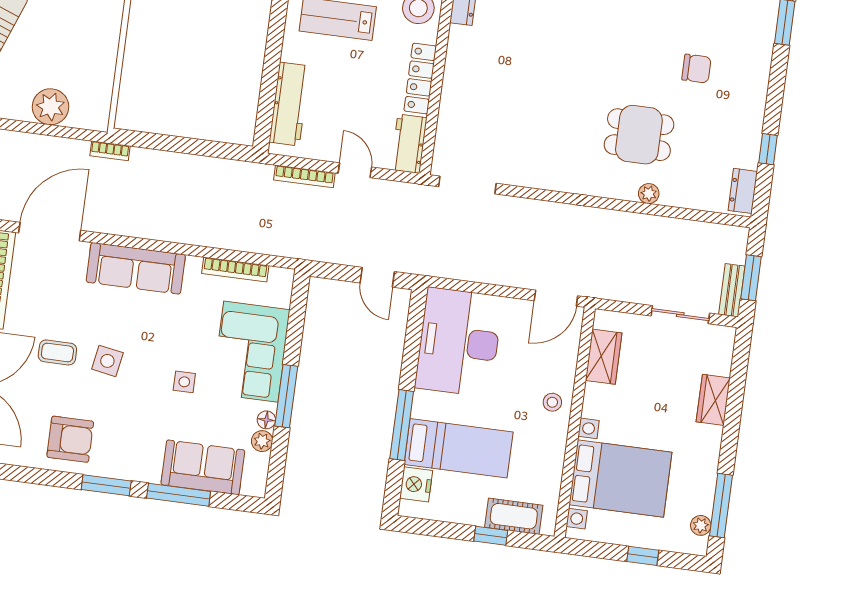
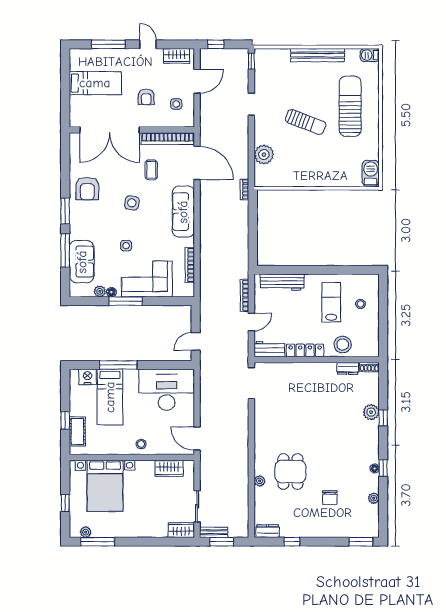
coffee table: (57, 352) -> (151, 170), moved
wardrobe: (713, 400) -> (181, 530), moved

